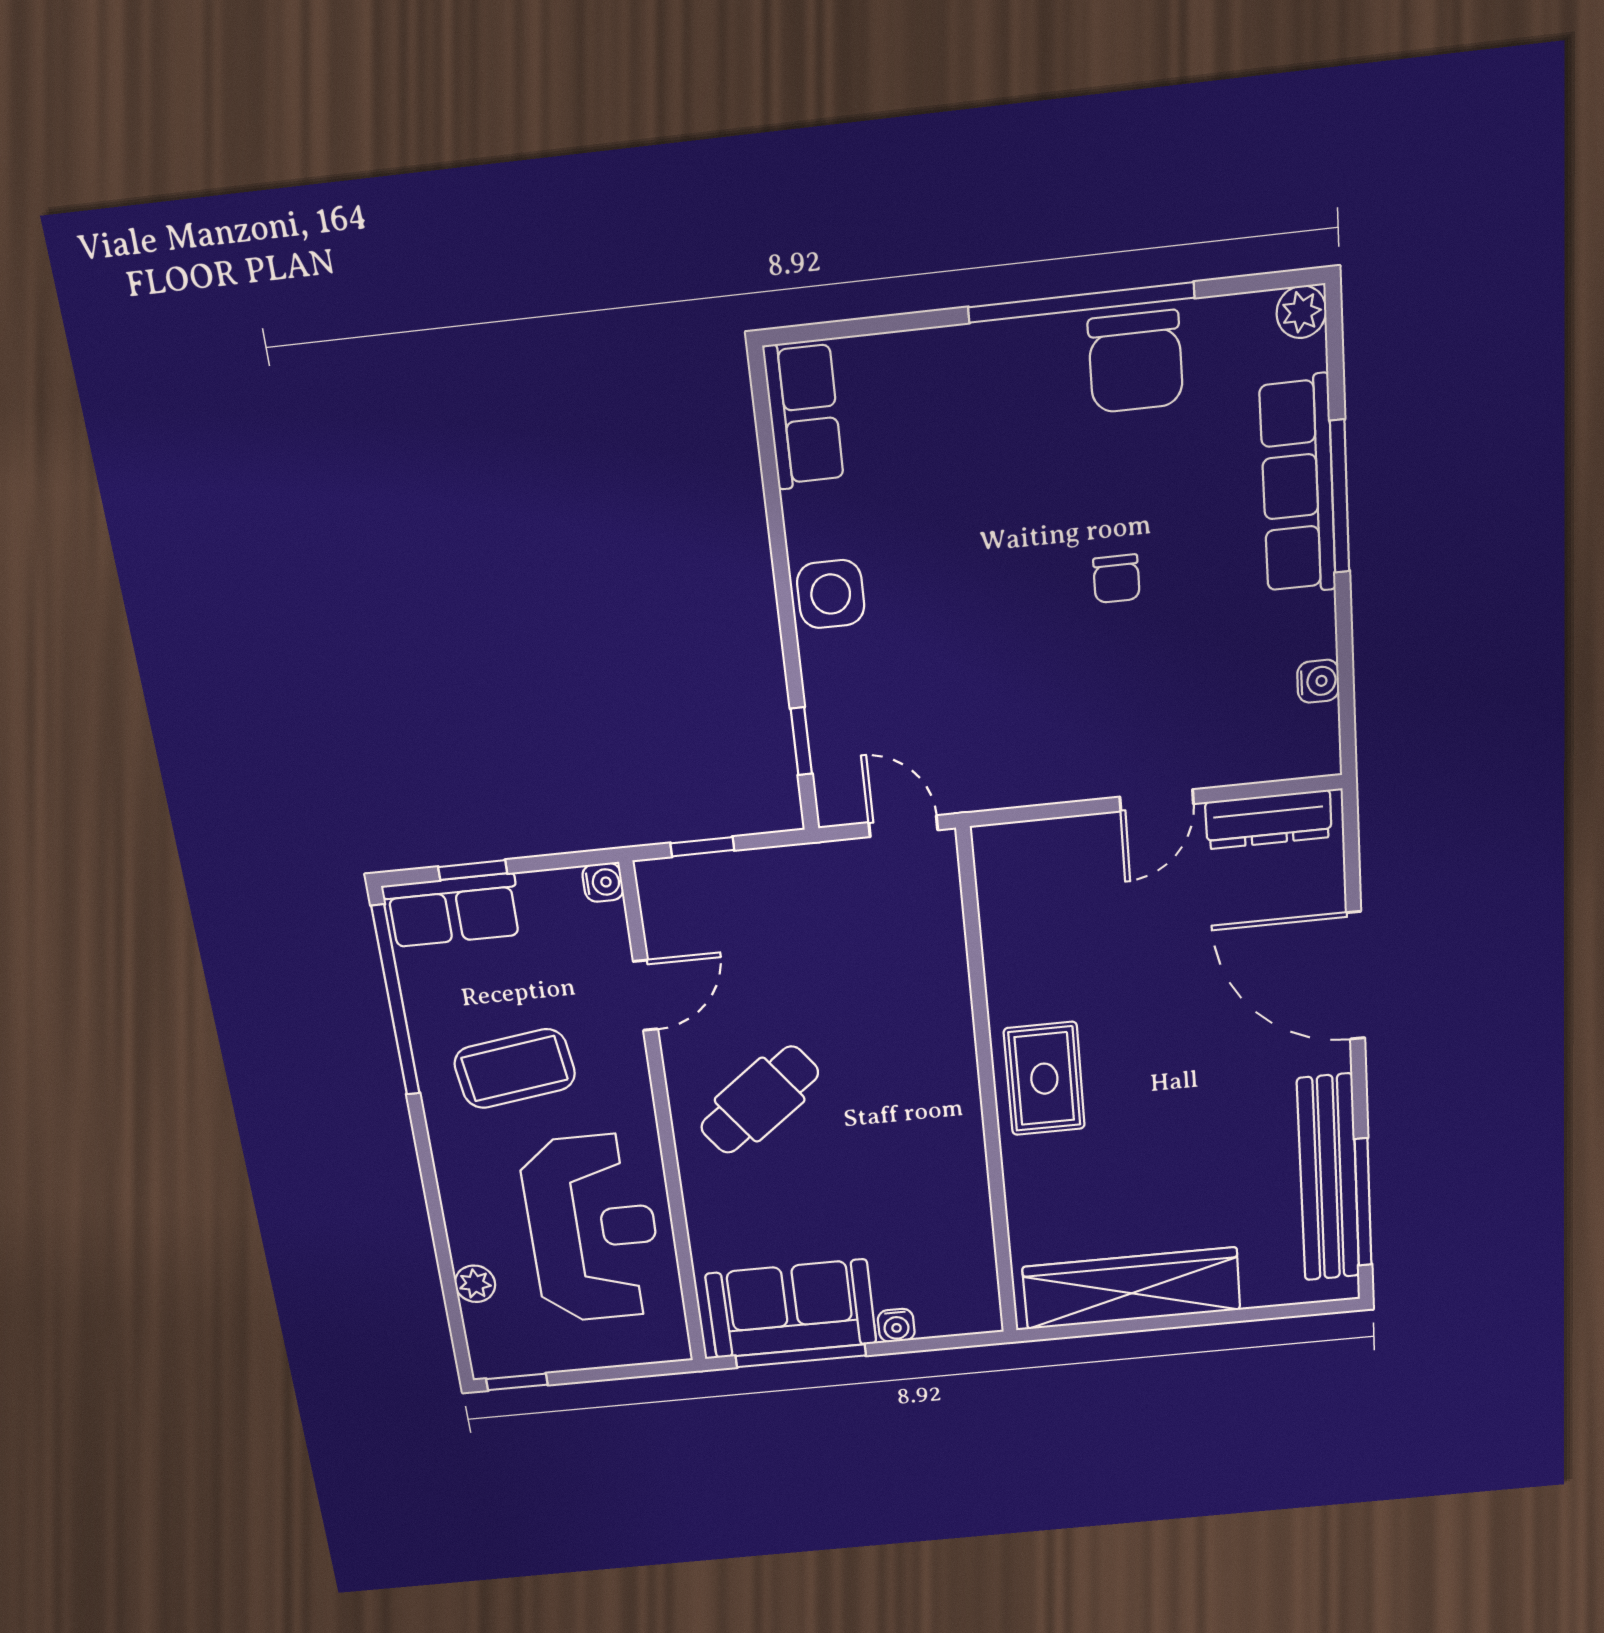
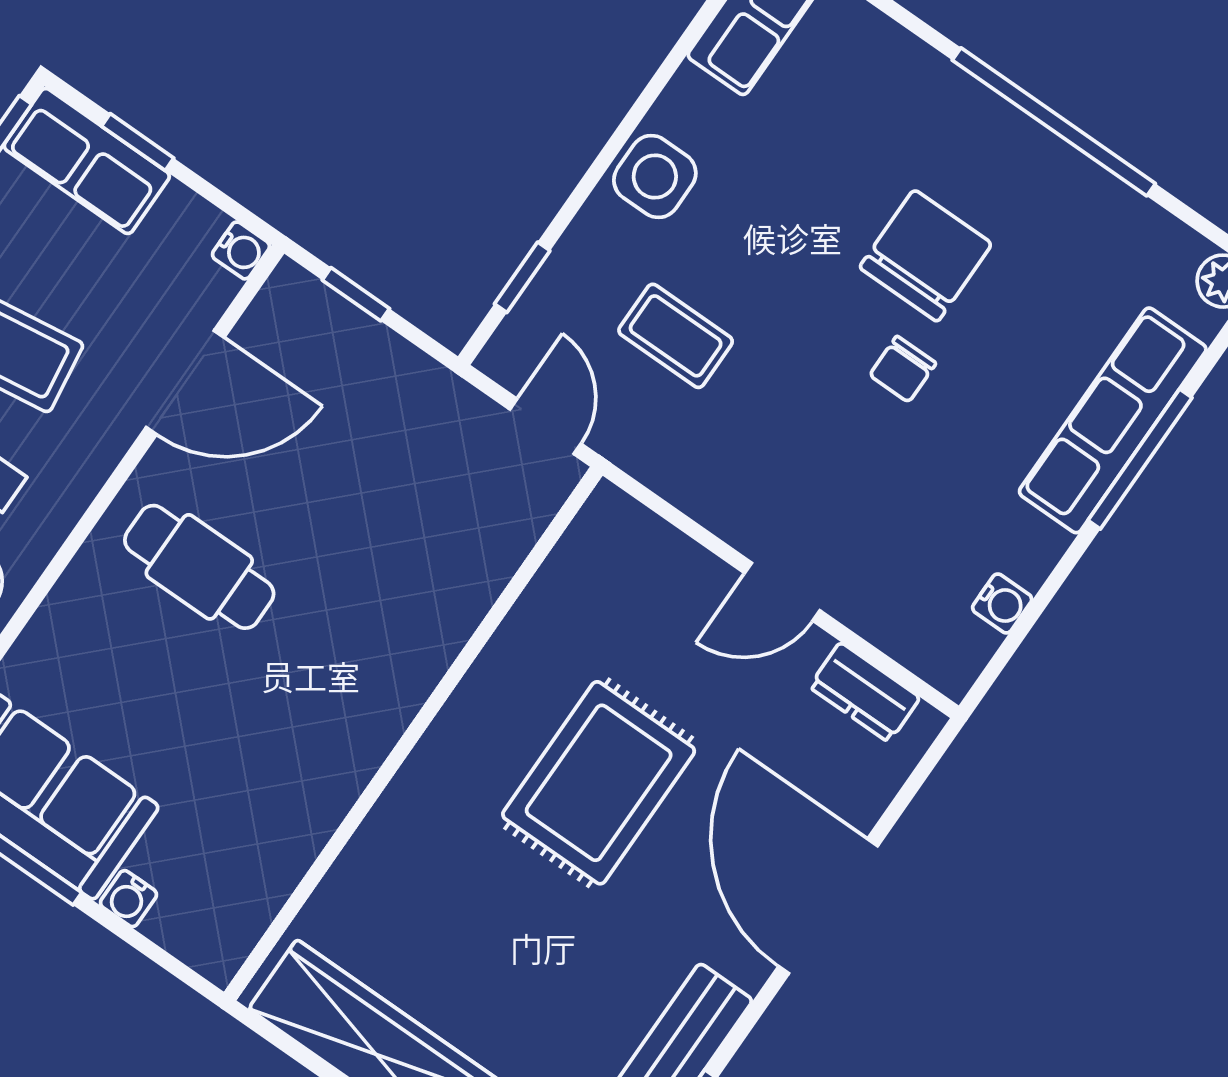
chair: (1135, 362) -> (926, 256), moved, turned 180
coffee table: (939, 691) -> (676, 336), added
dresser: (1268, 820) -> (865, 692), width x0.70
door: (645, 995) -> (185, 382), width x1.38
rug: (1044, 1079) -> (599, 783), moved, width x1.36, depth x1.43
cafe table: (760, 1100) -> (199, 567), turned 37

